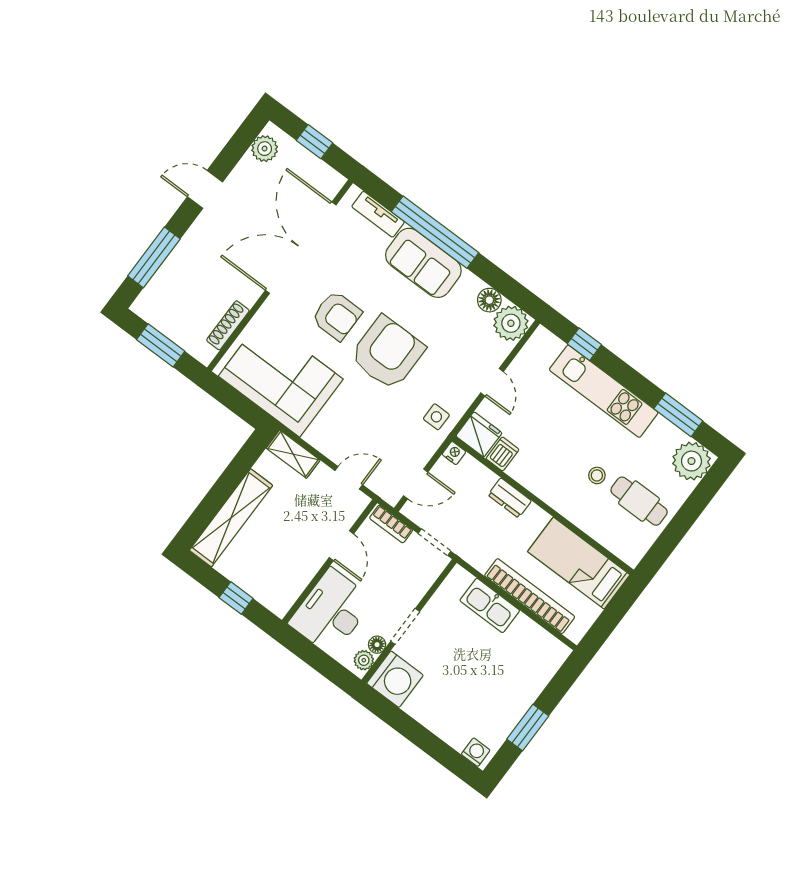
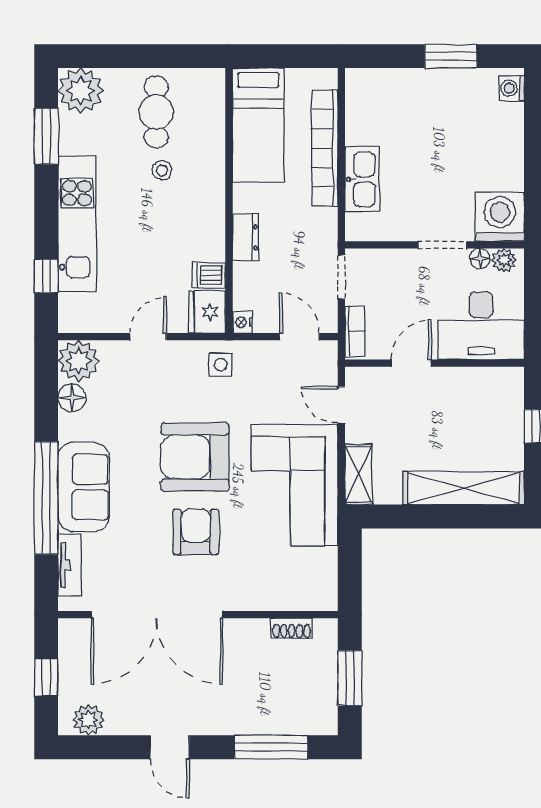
shoe rack: (228, 325) -> (292, 628), width x0.70
corner sofa: (281, 378) -> (295, 485), moved

